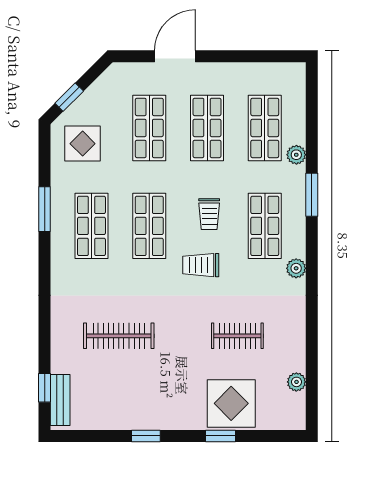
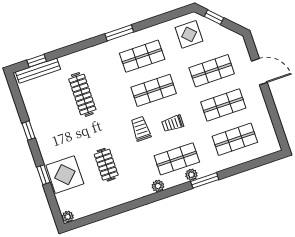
plant: (296, 155) -> (191, 175), moved
window: (45, 209) -> (119, 33), moved
plant: (296, 382) -> (68, 217), moved
bench: (60, 400) -> (38, 71), width x1.36

